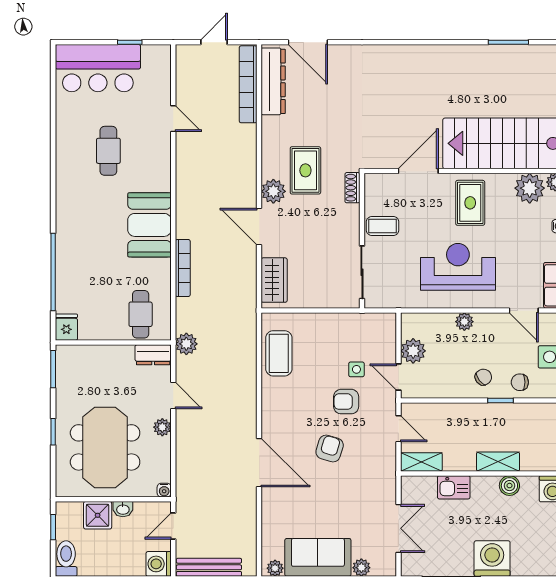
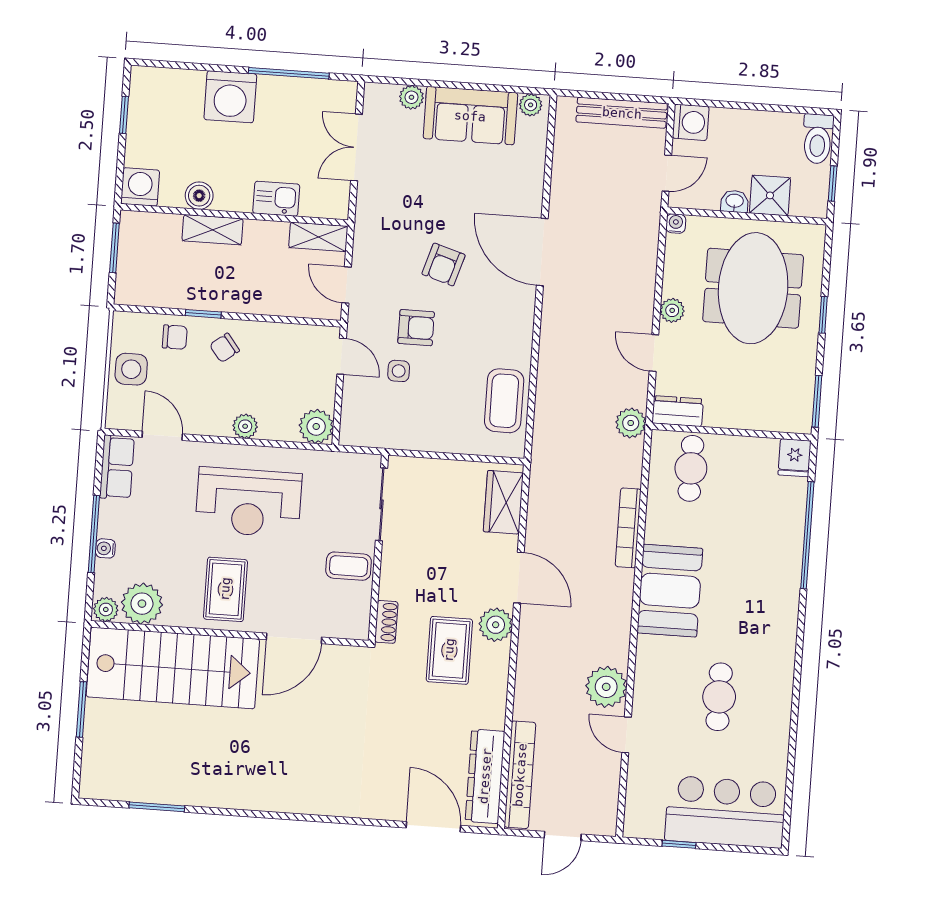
plant: (190, 152) -> (606, 687), added
plant: (413, 351) -> (316, 426), moved

